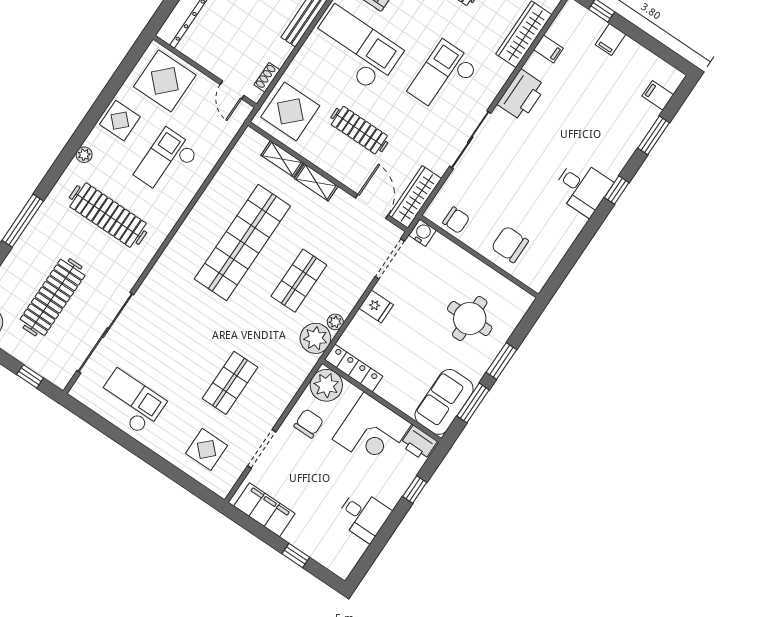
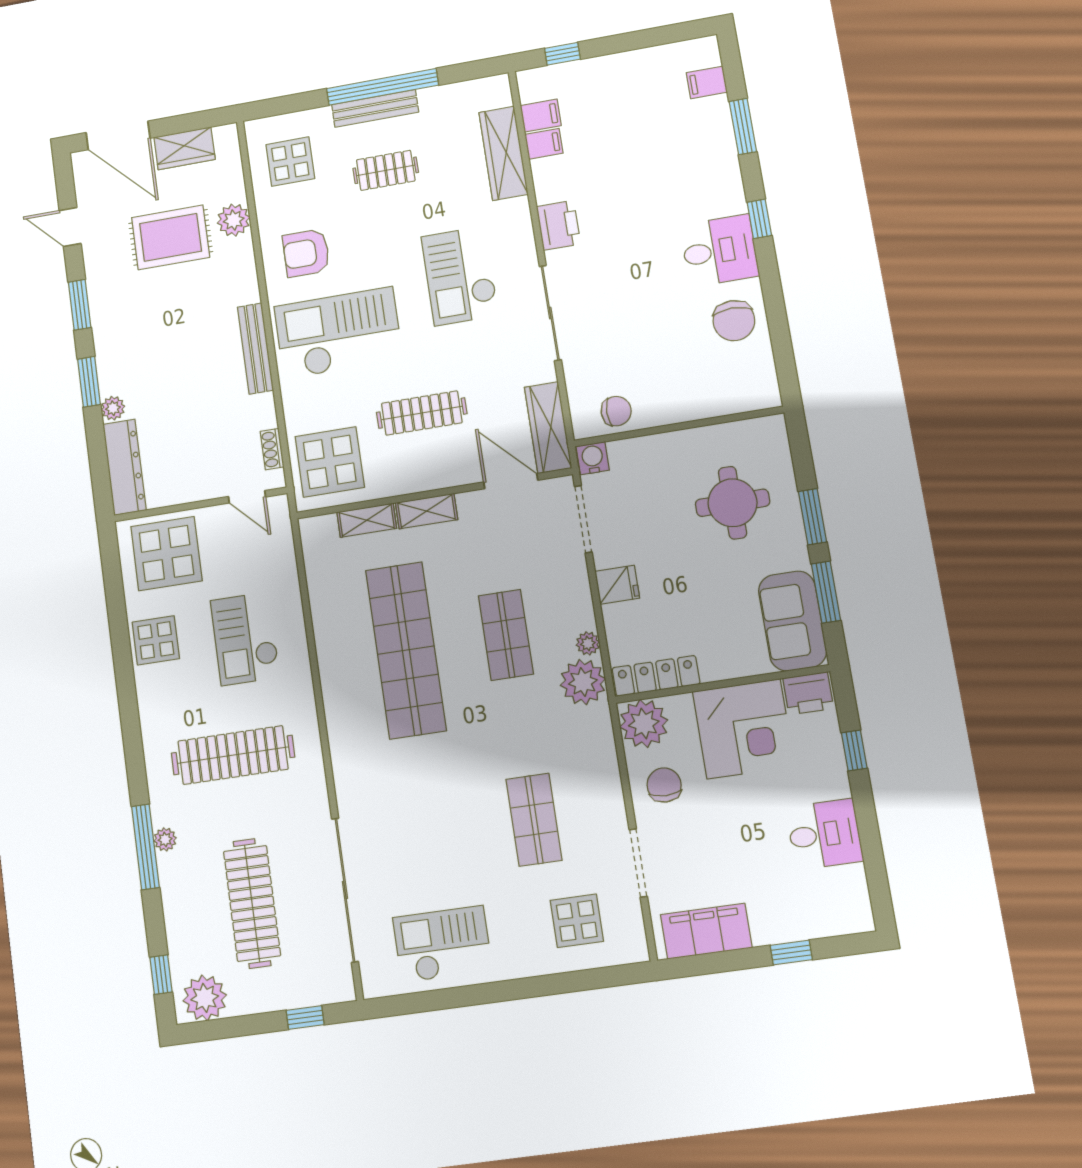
filing cabinet: (611, 40) -> (541, 116), moved, turned -90
printer: (522, 95) -> (559, 225), width x0.73, depth x0.84
plant: (84, 155) -> (165, 839), moved
chair: (510, 244) -> (734, 321), moved, turned -90

